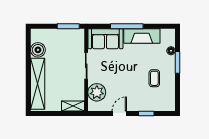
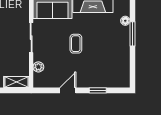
coffee table: (154, 78) -> (76, 44), moved
plant: (97, 92) -> (38, 67), width x0.53, depth x0.53

